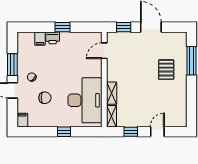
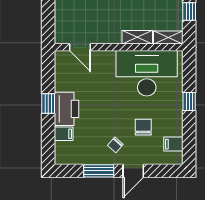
window: (124, 27) -> (48, 21), removed
printer: (53, 38) -> (67, 109), width x1.87, depth x1.48
filing cabinet: (22, 120) -> (173, 144), moved

